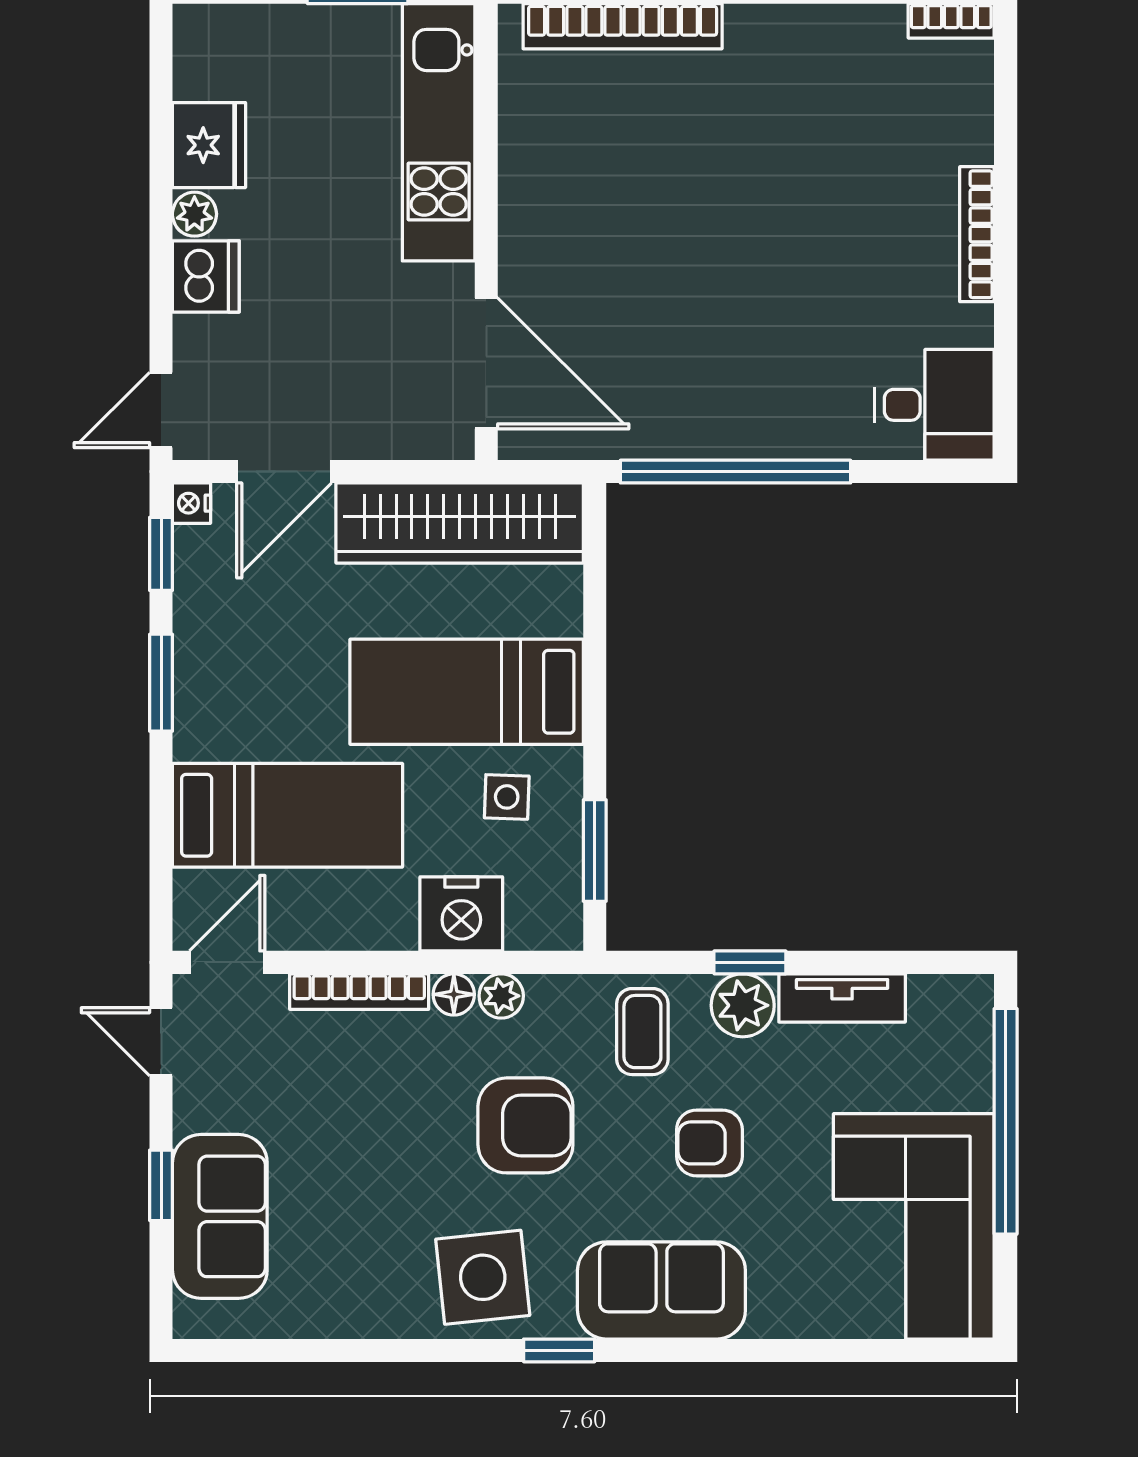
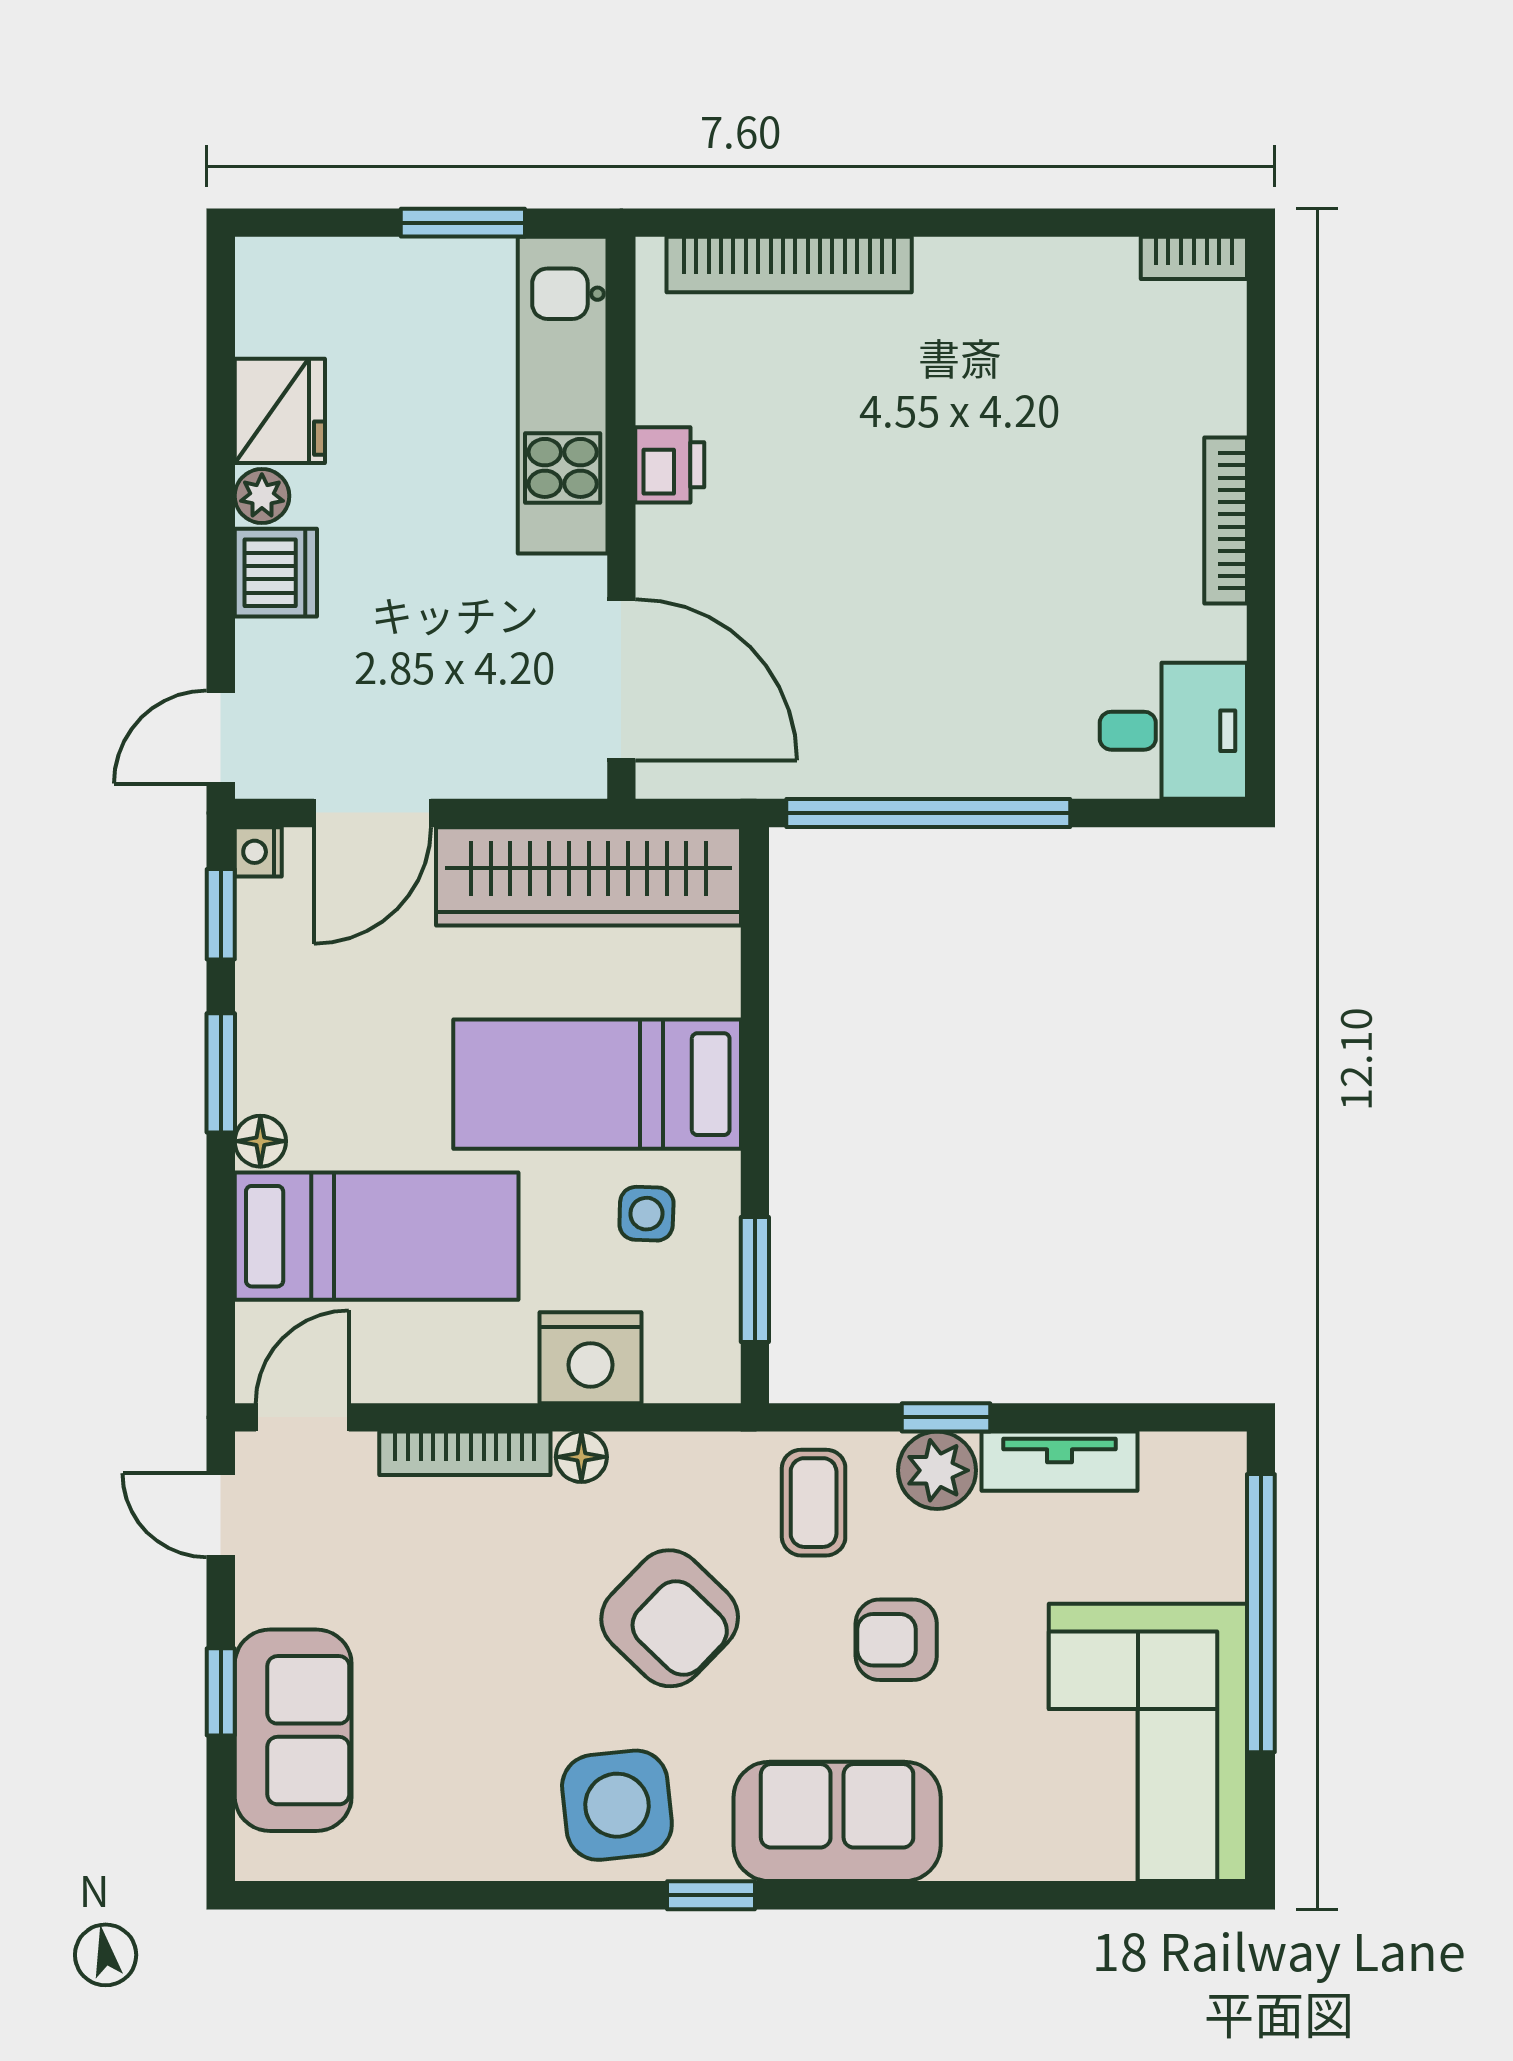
printer: (526, 189) -> (670, 465), added
floor lamp: (193, 738) -> (260, 1141), added
plant: (501, 996) -> (640, 1459), removed
armchair: (525, 1125) -> (670, 1618), turned 44

